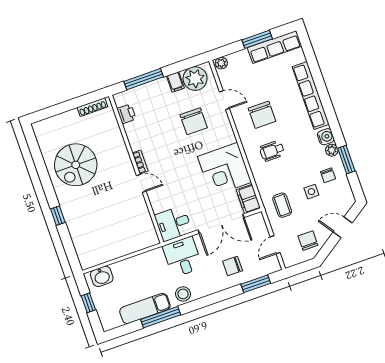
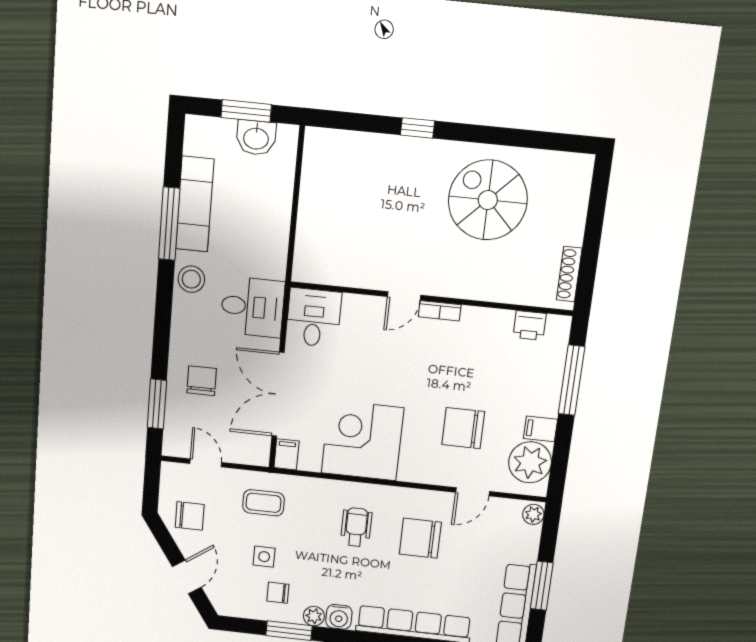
filing cabinet: (248, 199) -> (286, 454), width x0.50
washbasin: (102, 276) -> (256, 138), moved, turned -90
window: (88, 303) -> (246, 111), width x1.50

